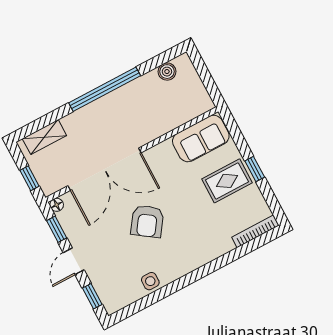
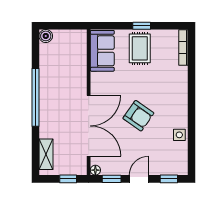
boiler: (167, 72) -> (46, 36), moved
door: (74, 261) -> (139, 179), swing flipped

